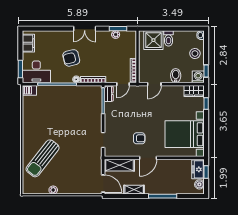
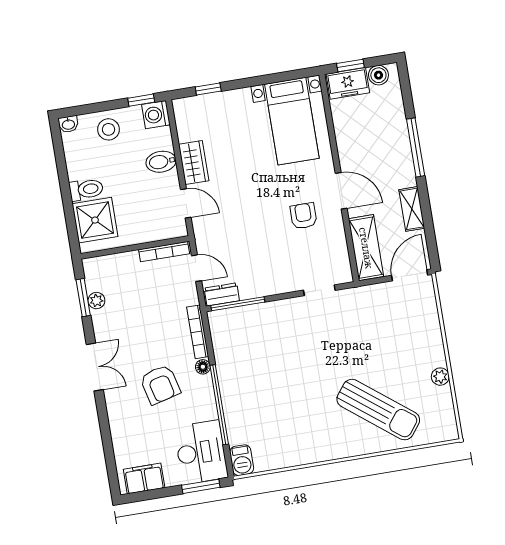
wardrobe: (194, 91) -> (194, 163), moved
bed with nightstands: (185, 134) -> (292, 121), width x0.73

